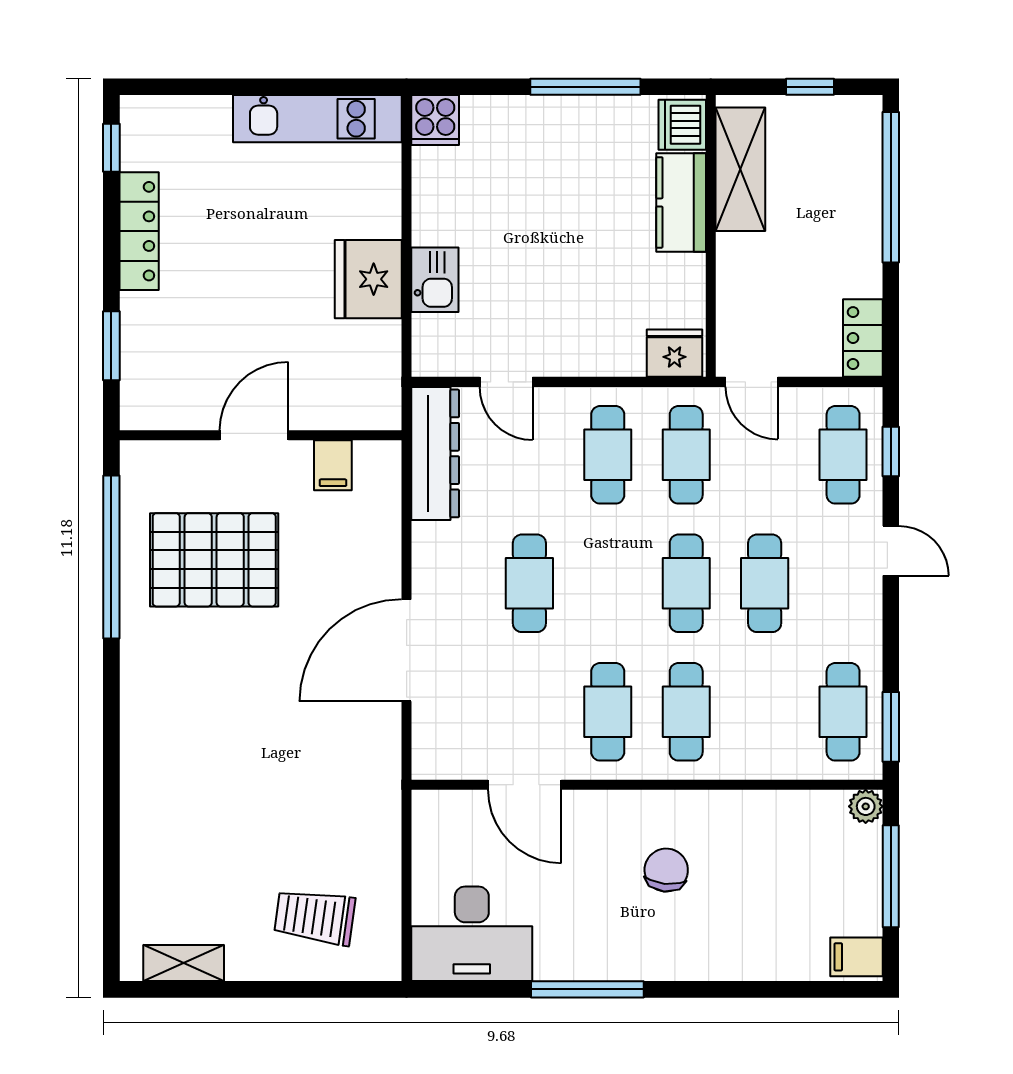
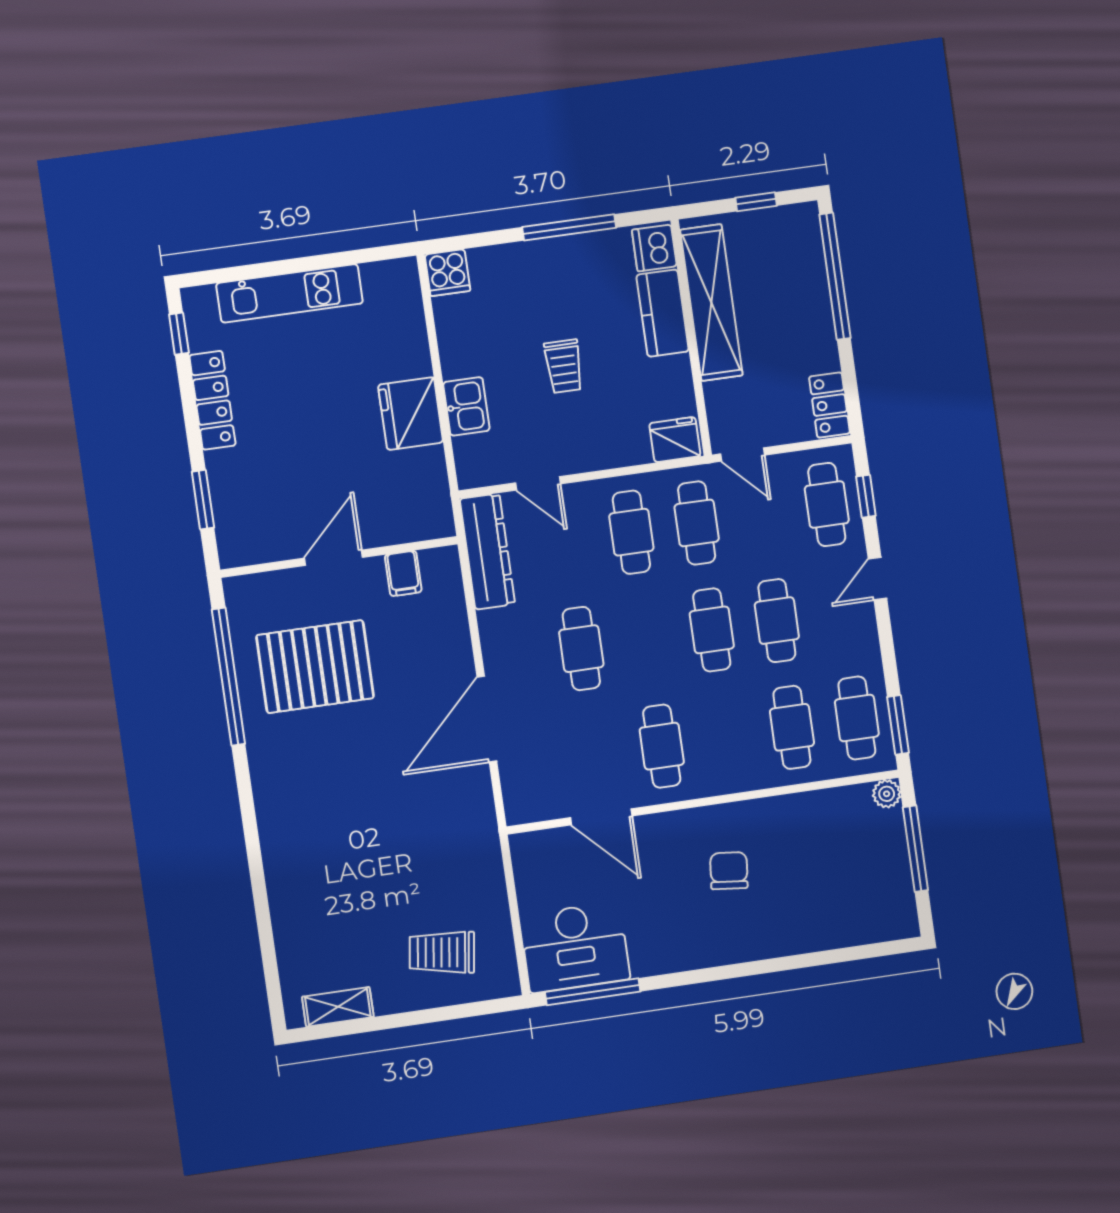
kitchen unit: (317, 119) -> (290, 293), moved
shelving: (740, 169) -> (711, 303), width x1.47
trolley: (556, 248) -> (564, 366), added
door: (891, 551) -> (877, 579), swing flipped
cafe table: (686, 712) -> (792, 727), moved
filing cabinet: (856, 957) -> (897, 920), removed
window: (587, 989) -> (593, 992), moved

